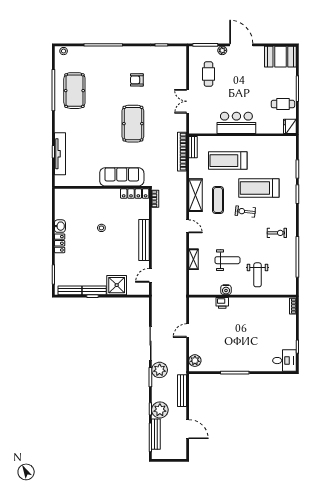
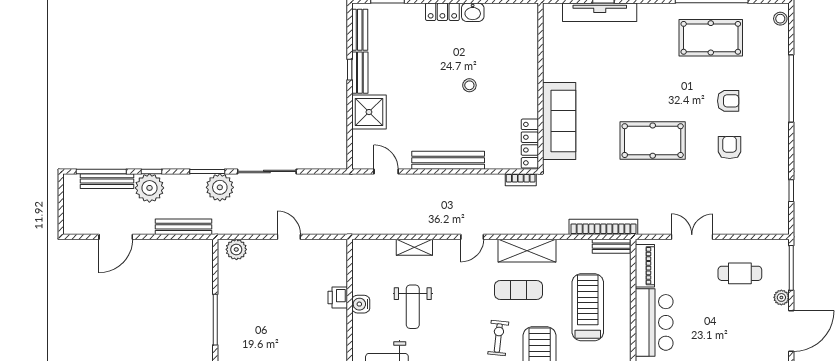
armchair: (110, 81) -> (728, 101), added
piano: (204, 128) -> (645, 266), added

